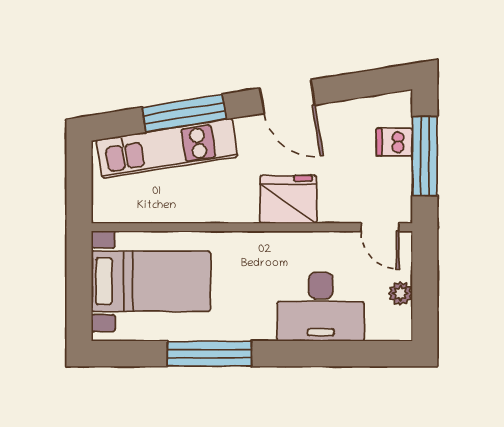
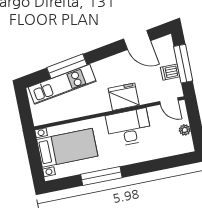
door: (287, 97) -> (137, 40), moved
dishwasher: (394, 142) -> (170, 72), moved
desk: (321, 307) -> (129, 128), moved, turned 180

